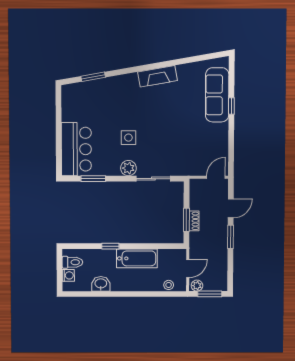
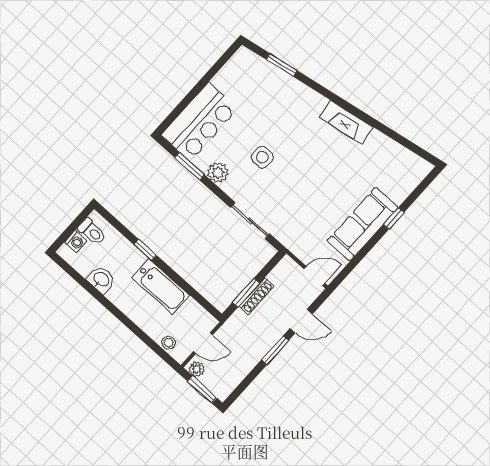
sofa: (217, 95) -> (363, 224), moved
plant: (128, 168) -> (218, 173), moved
shoe rack: (194, 221) -> (257, 296), width x1.43

